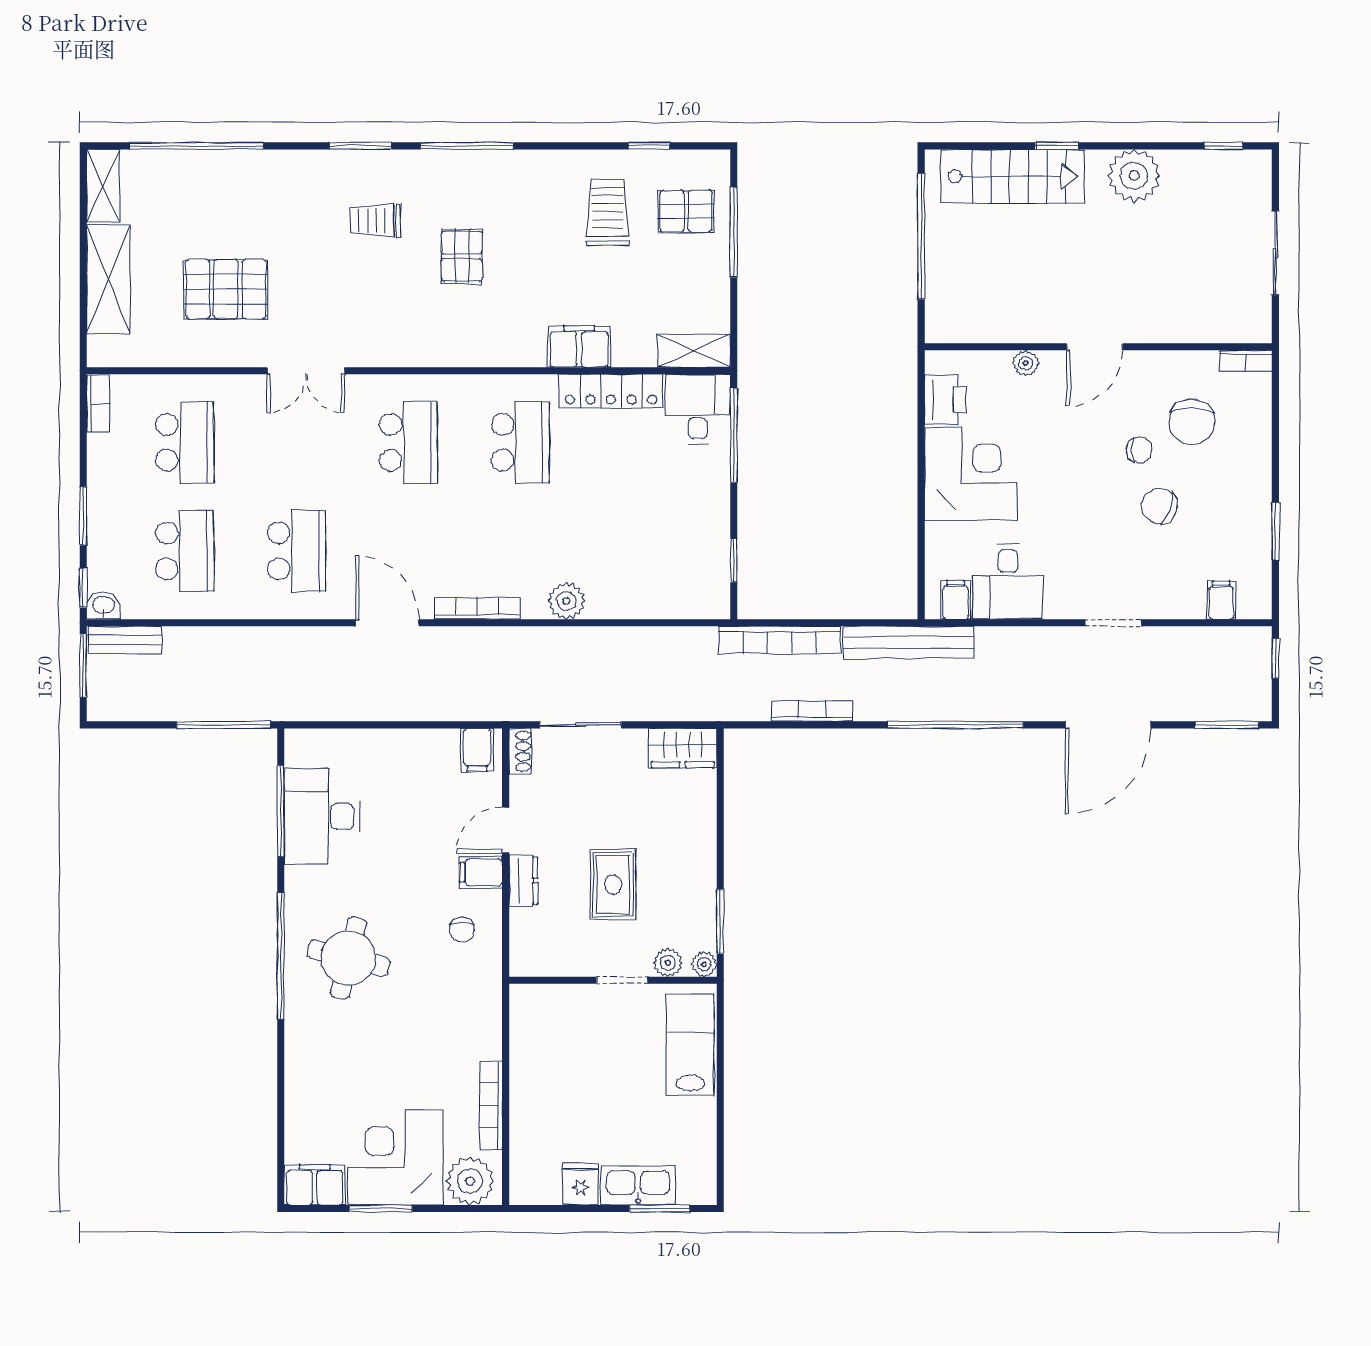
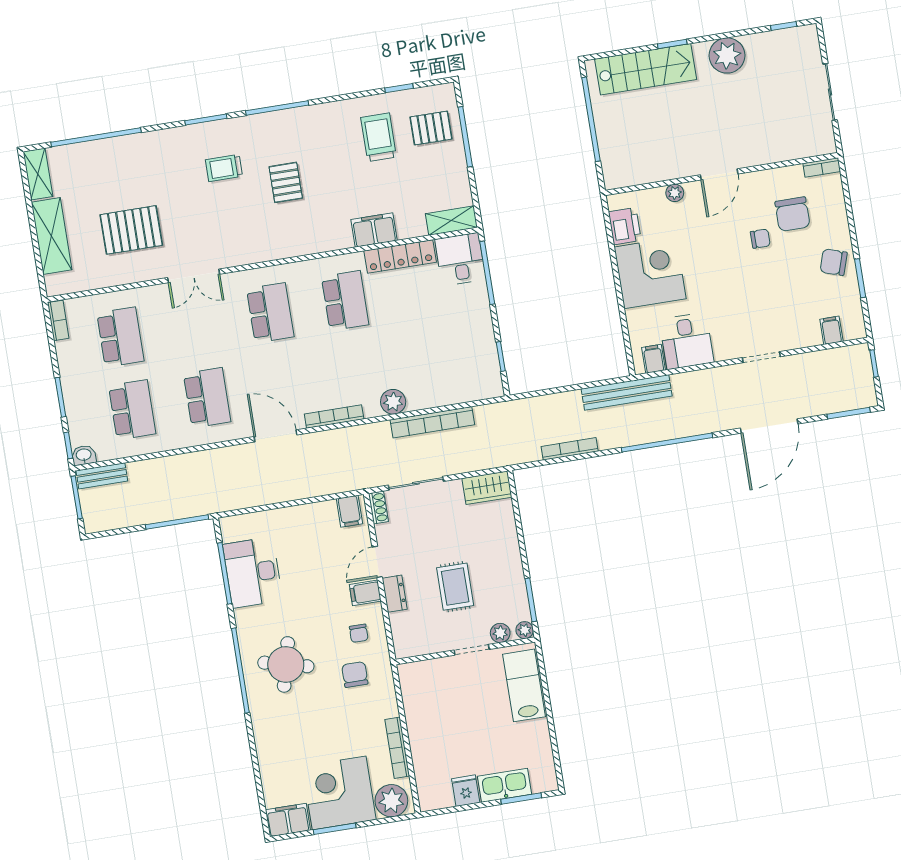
chair: (1160, 506) -> (834, 262), moved
bookcase: (780, 640) -> (432, 422), moved
chair: (446, 989) -> (355, 674), added

